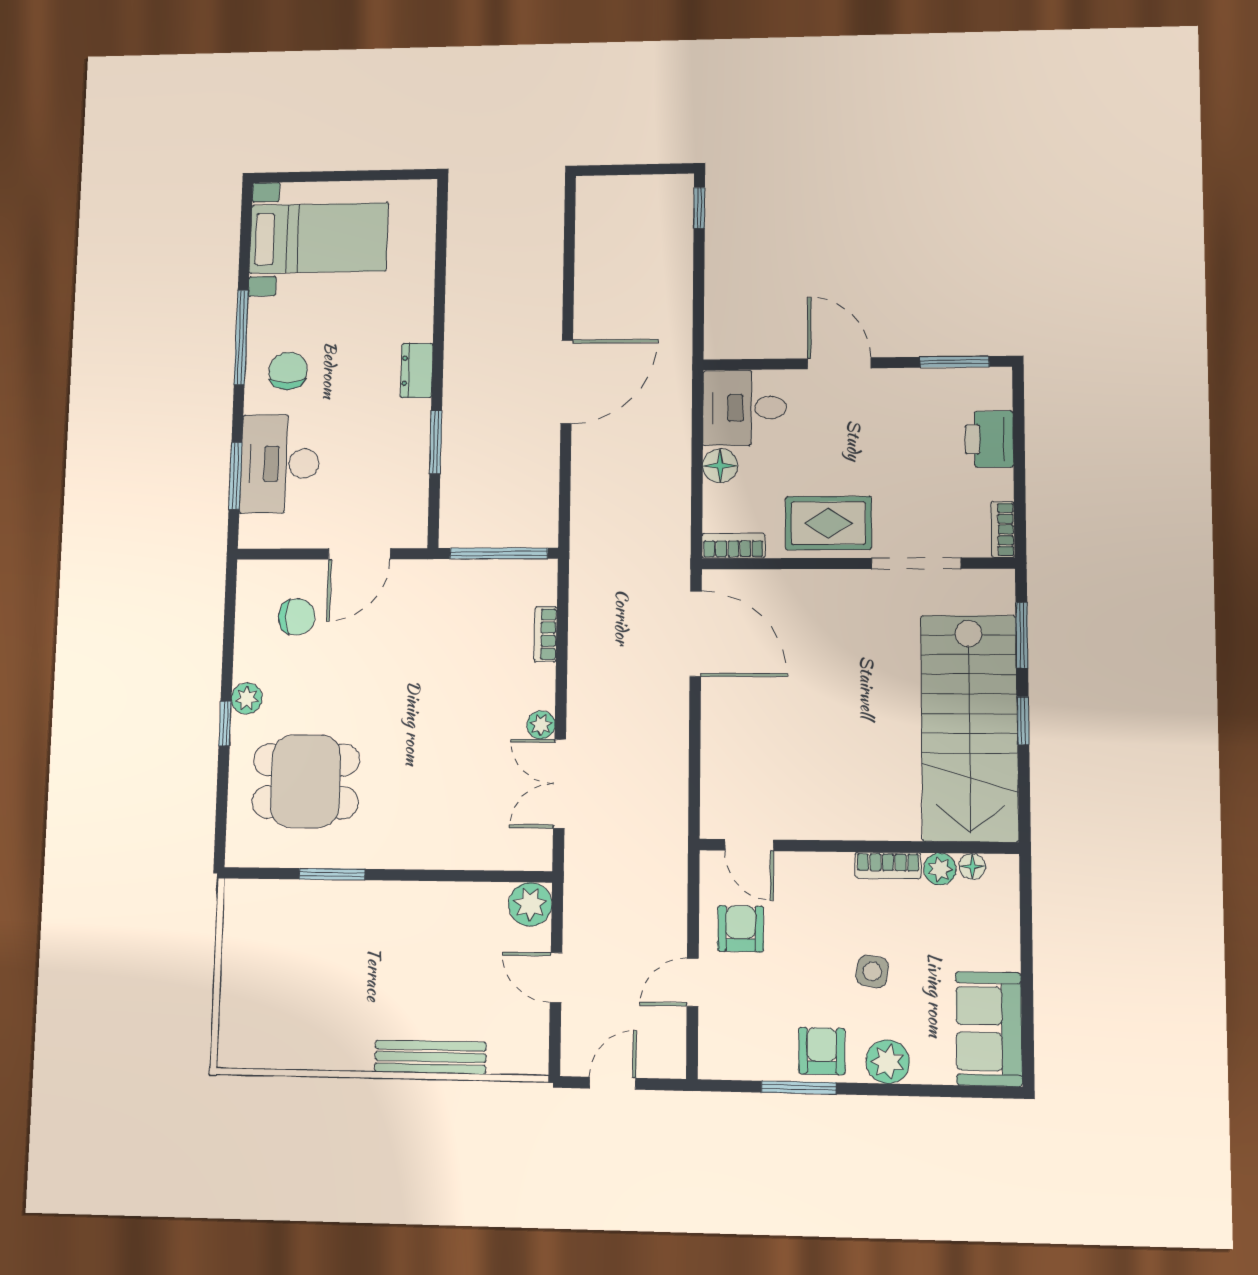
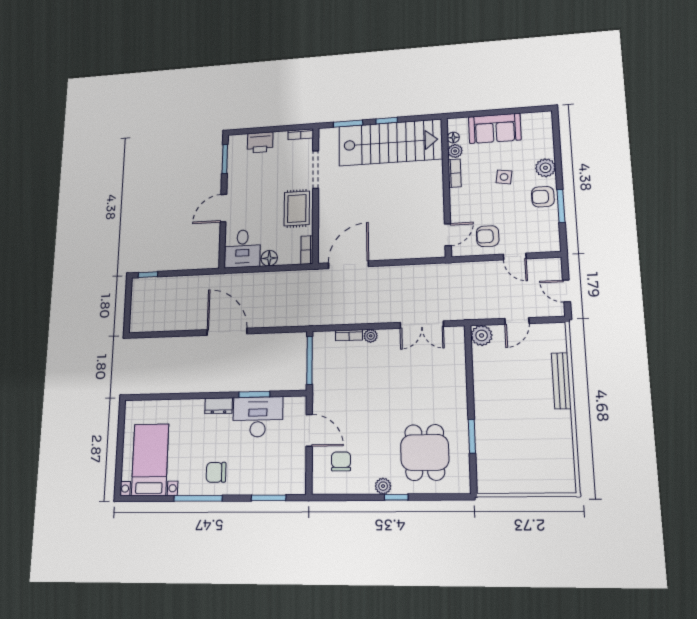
desk: (280, 464) -> (258, 417), moved, turned 180
plant: (541, 725) -> (371, 336), moved
sofa: (989, 1029) -> (495, 128), moved

